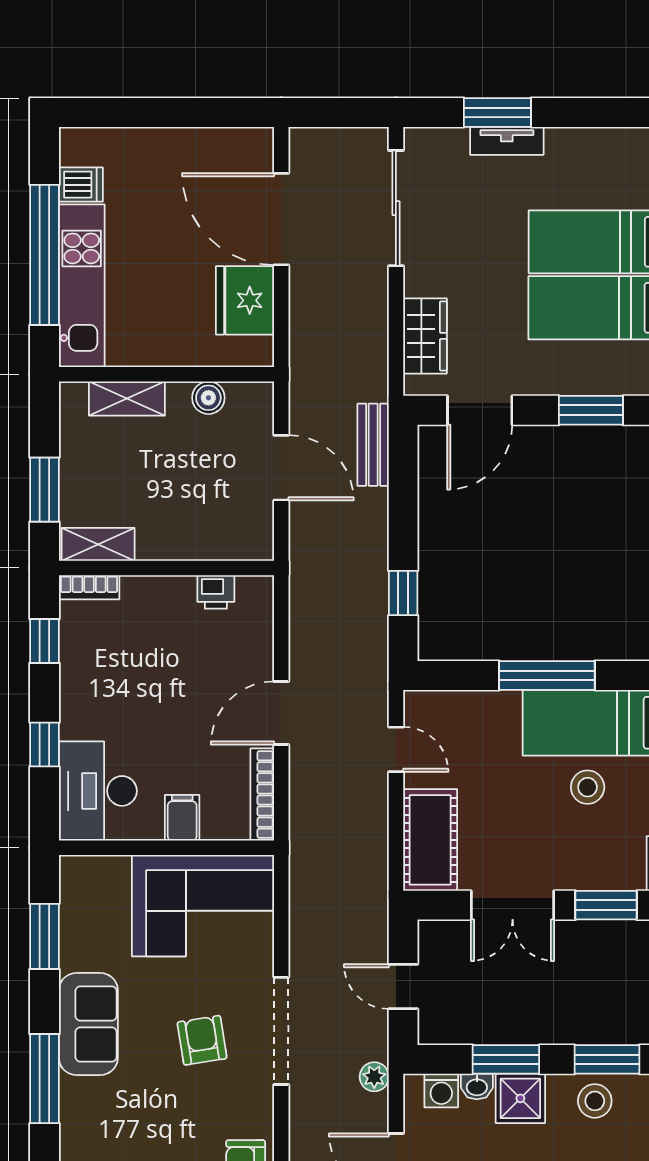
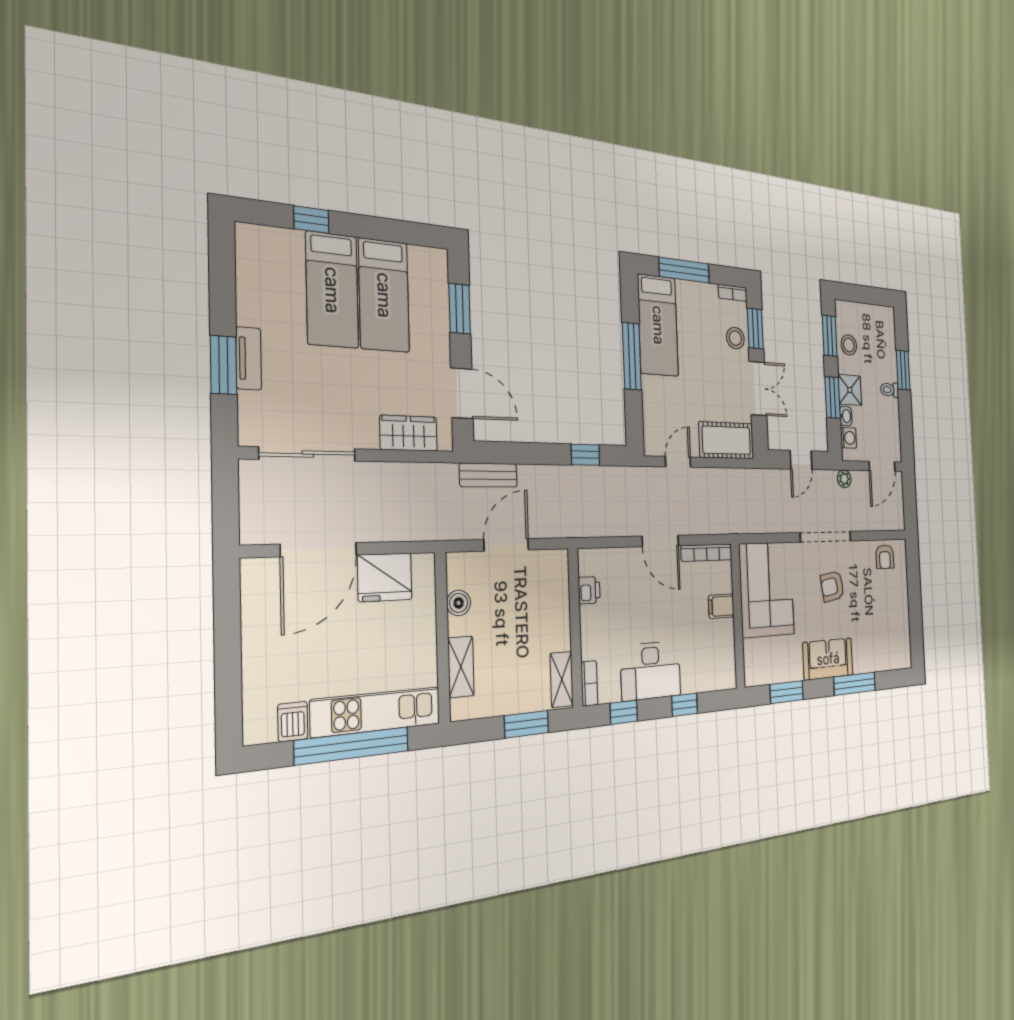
stool: (588, 787) -> (735, 338), moved
desk: (98, 791) -> (651, 671), moved

